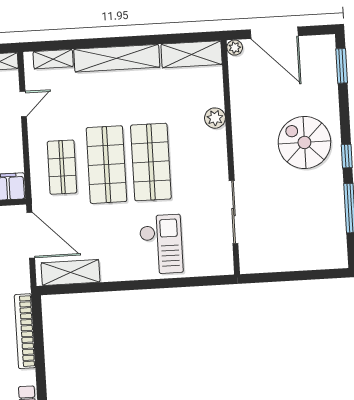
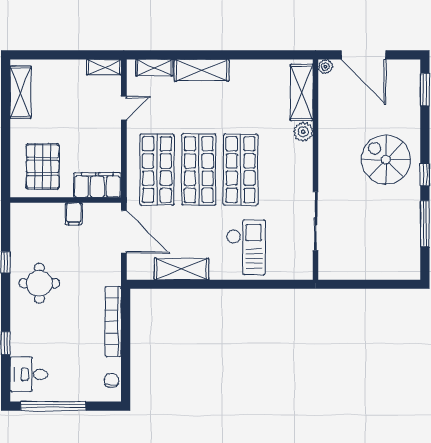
shelving: (192, 54) -> (302, 92), moved, turned 90
shelving: (117, 58) -> (201, 70), width x0.68
shop shelf: (62, 167) -> (157, 170), width x1.43, depth x1.36
shelving: (70, 273) -> (181, 269), moved

